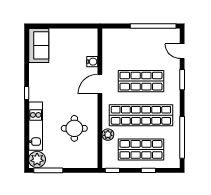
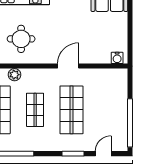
water cooler: (92, 62) -> (117, 58), moved
door: (100, 84) -> (68, 66), hinge flipped
shop shelf: (141, 115) -> (35, 110), width x0.50, depth x0.74

